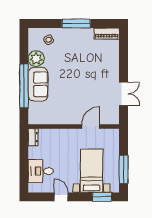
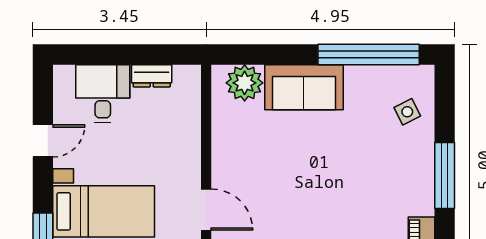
plant: (36, 59) -> (245, 83), moved
window: (24, 86) -> (369, 55), moved
dresser: (33, 137) -> (152, 76), moved

